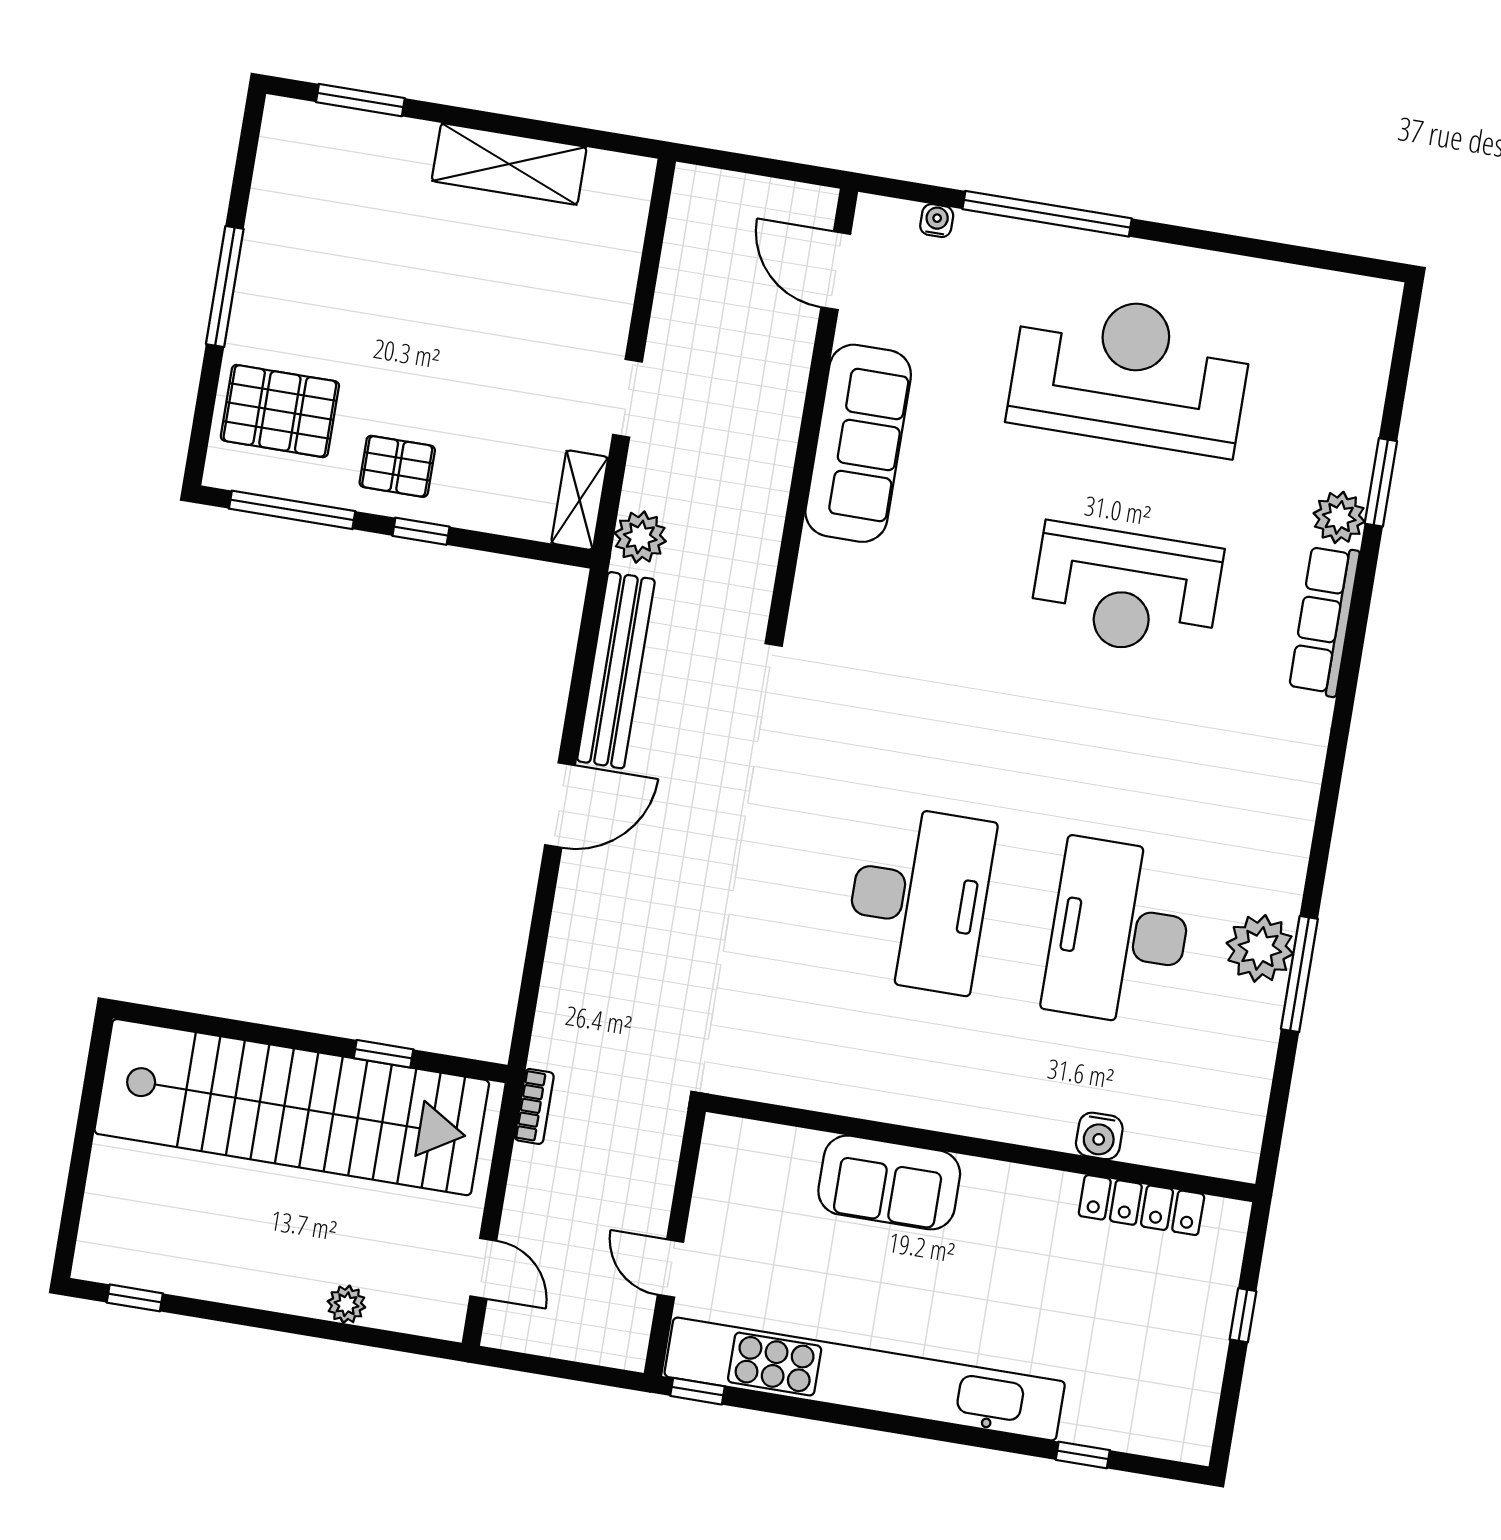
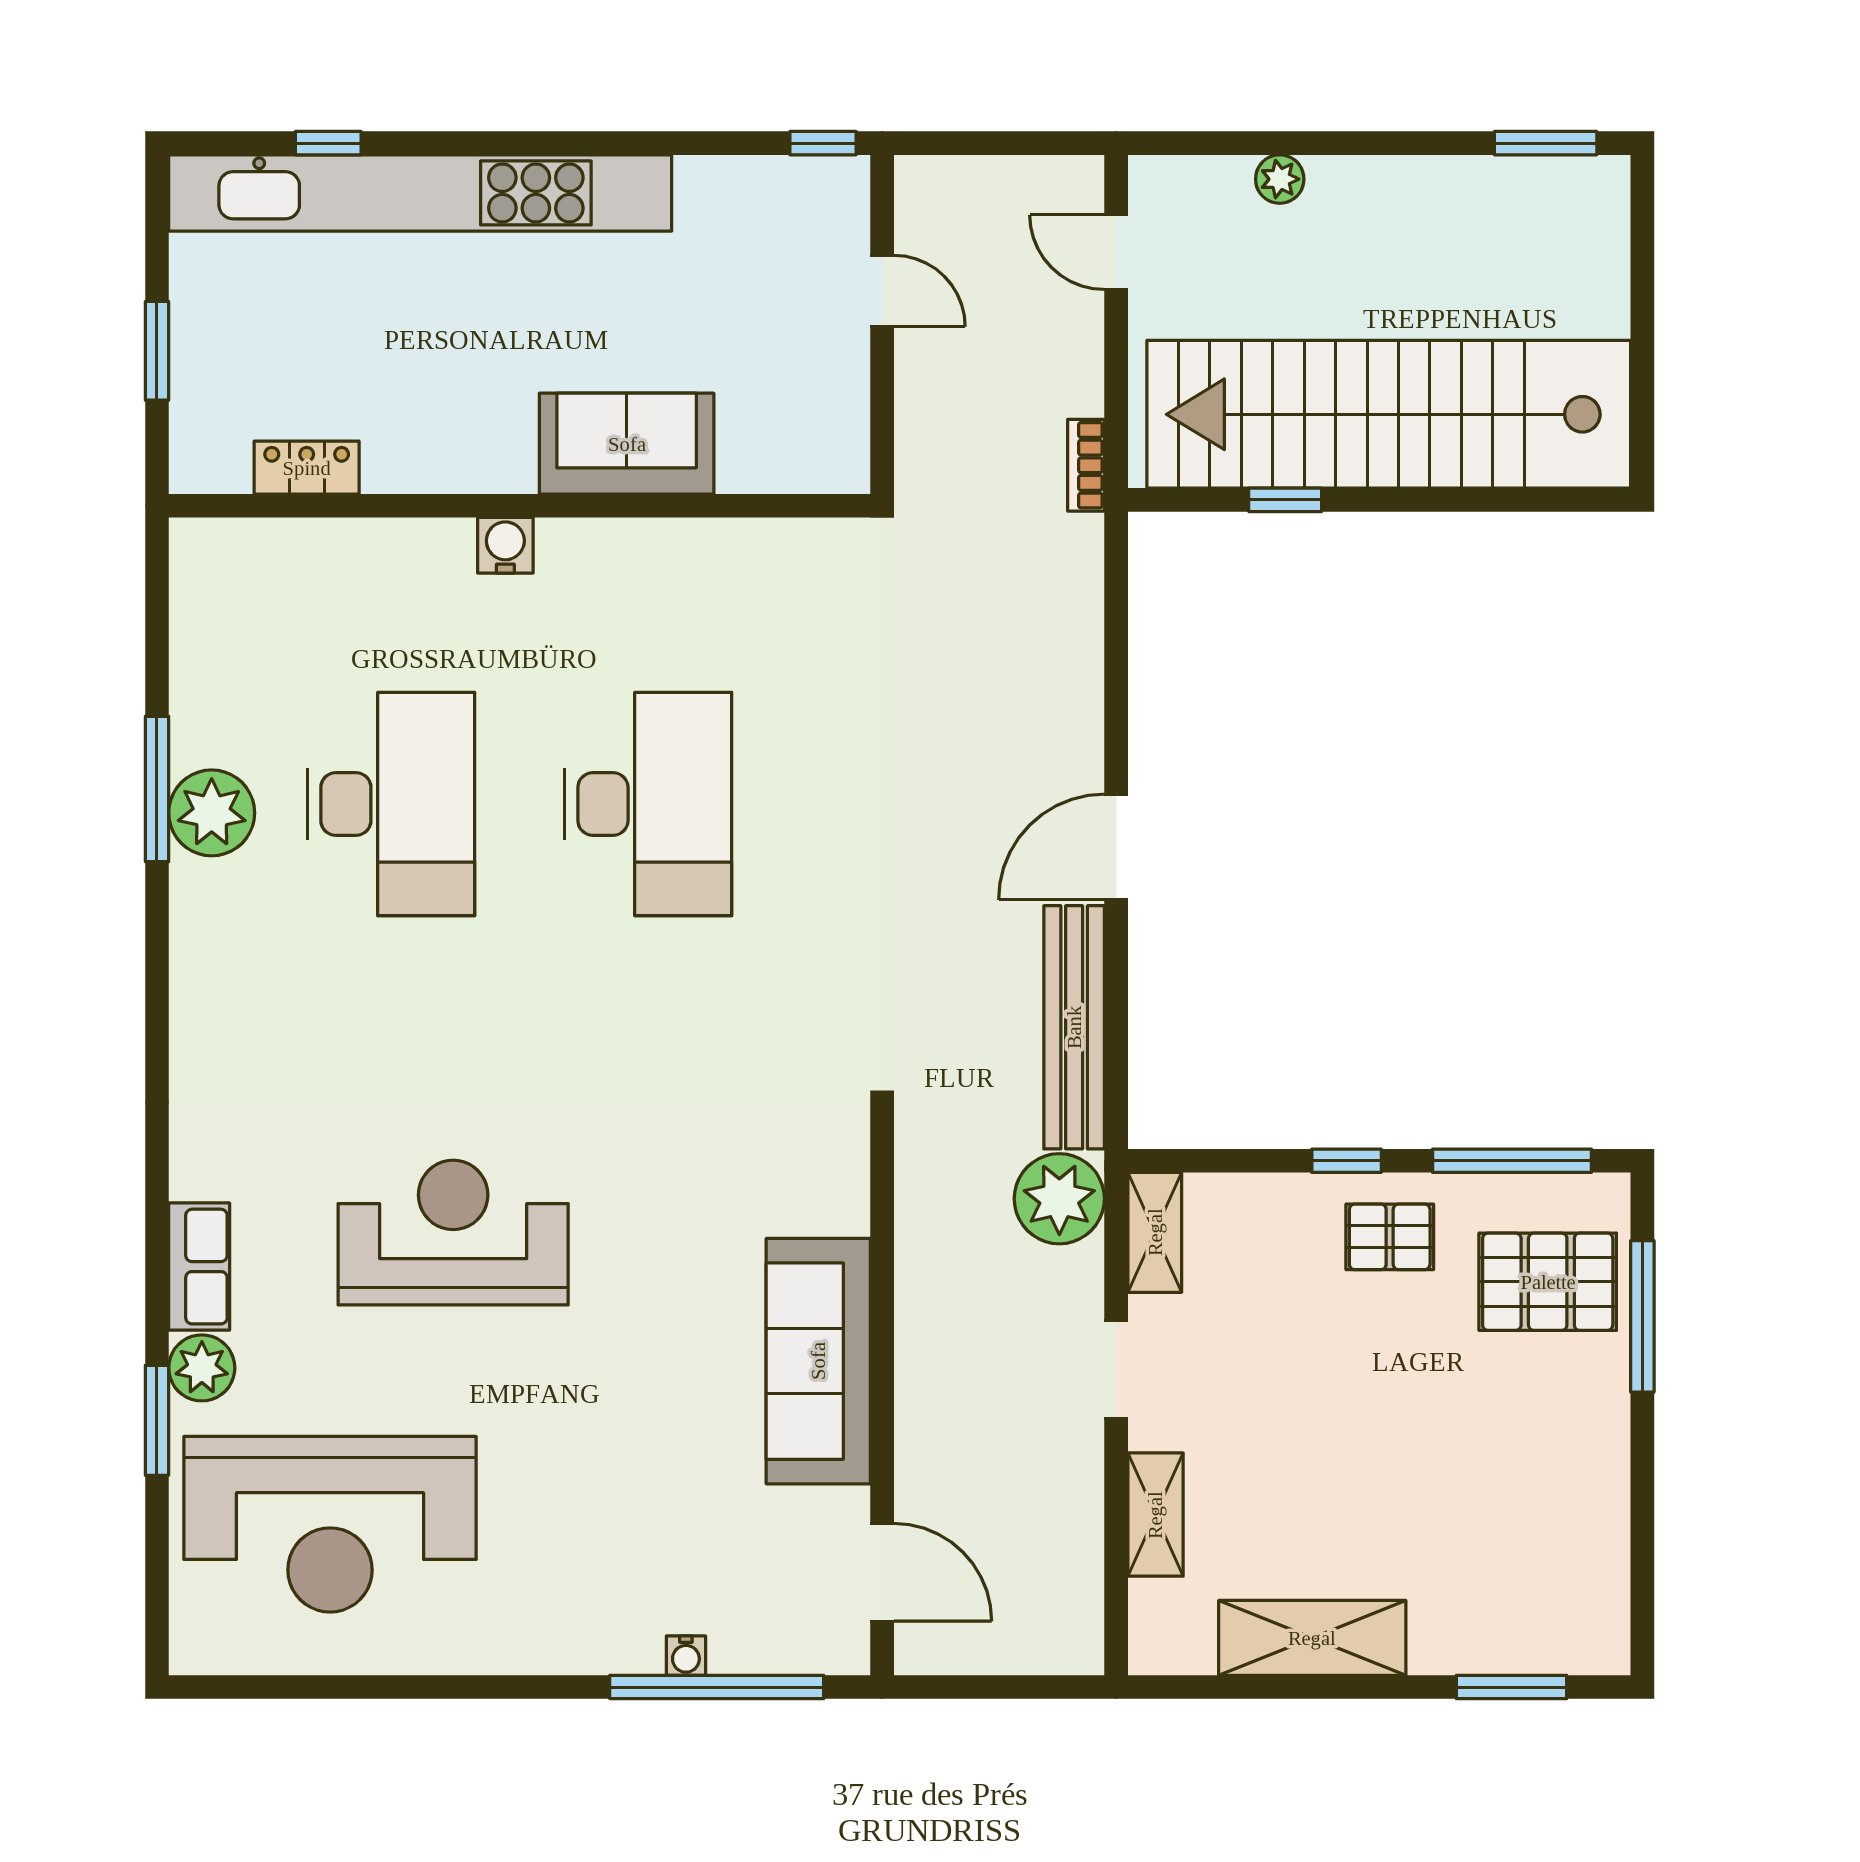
window: (1047, 214) -> (717, 1687), moved
water cooler: (937, 221) -> (686, 1656), moved
shelving: (615, 280) -> (1155, 1515), added
window: (225, 287) -> (1642, 1316), moved
reception desk: (1130, 373) -> (330, 1524), moved
plant: (640, 537) -> (1059, 1199), width x1.36, depth x1.36
row of seats: (1324, 620) -> (199, 1267), width x0.68
desk: (919, 899) -> (648, 804), turned 180
water cooler: (1099, 1136) -> (505, 545), moved
locker: (1141, 1205) -> (307, 468), width x0.66
window: (135, 1298) -> (1546, 143), width x1.50
window: (1243, 1315) -> (157, 351), width x1.50
kitchen unit: (865, 1379) -> (420, 193), moved

